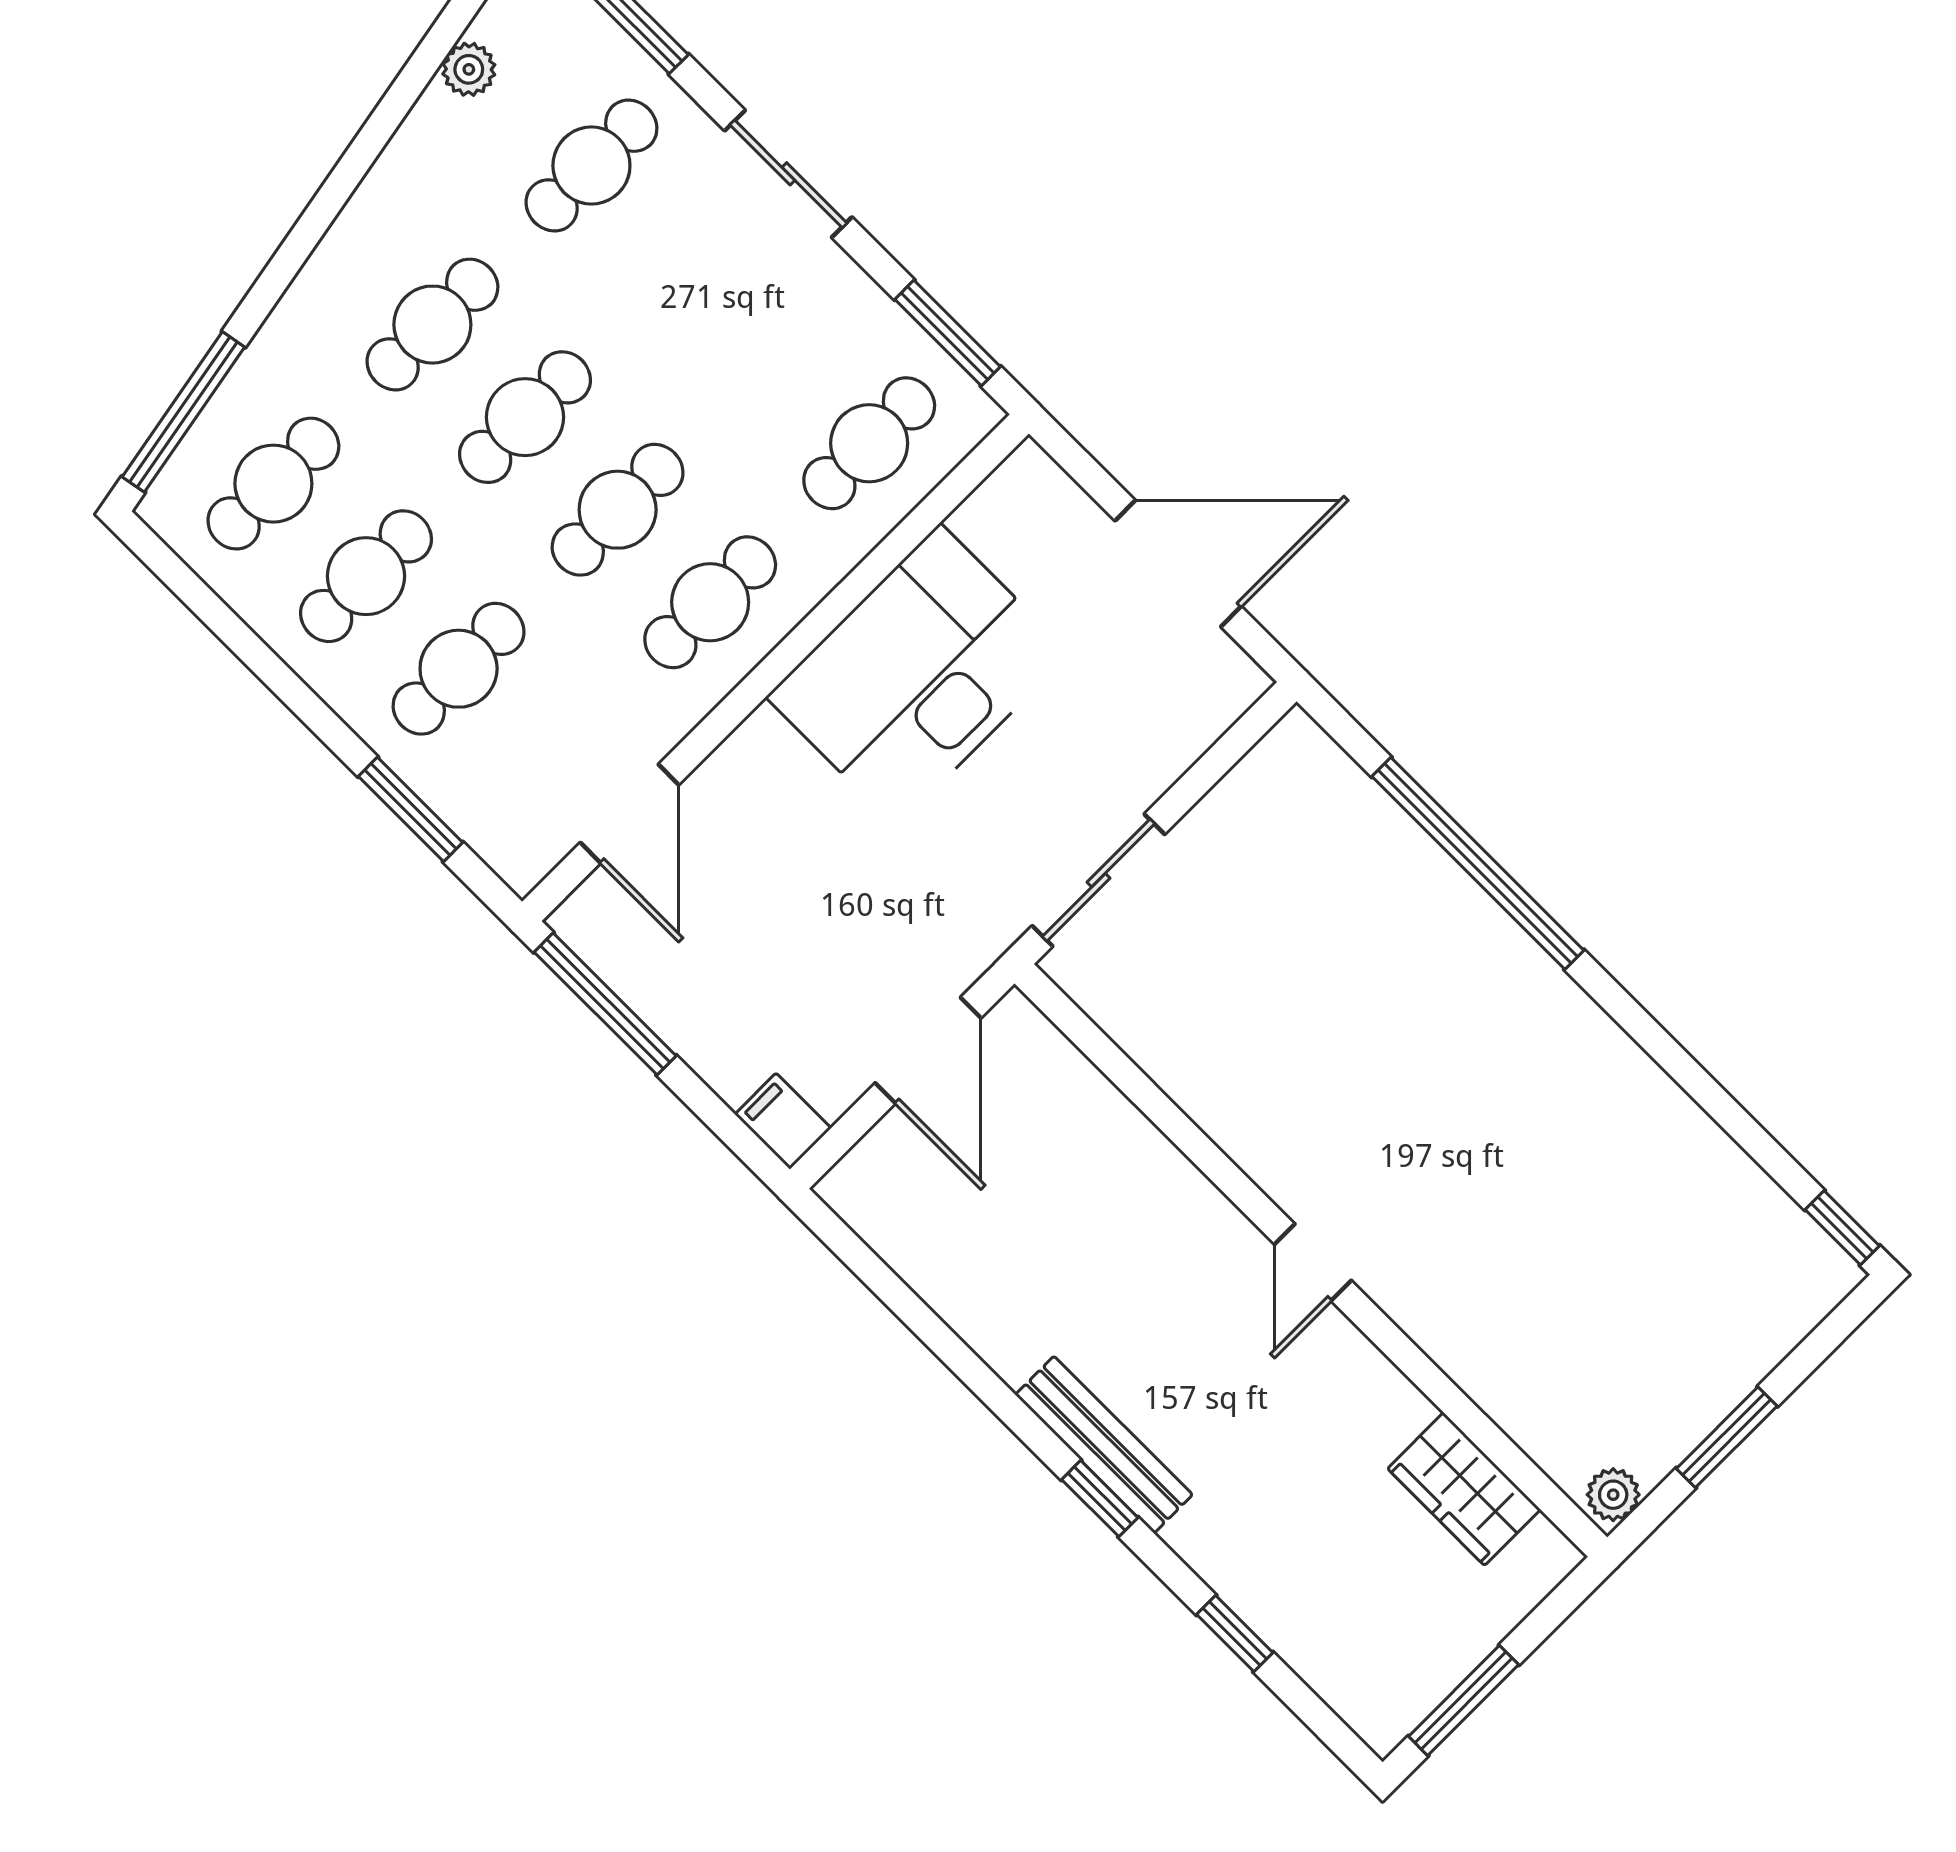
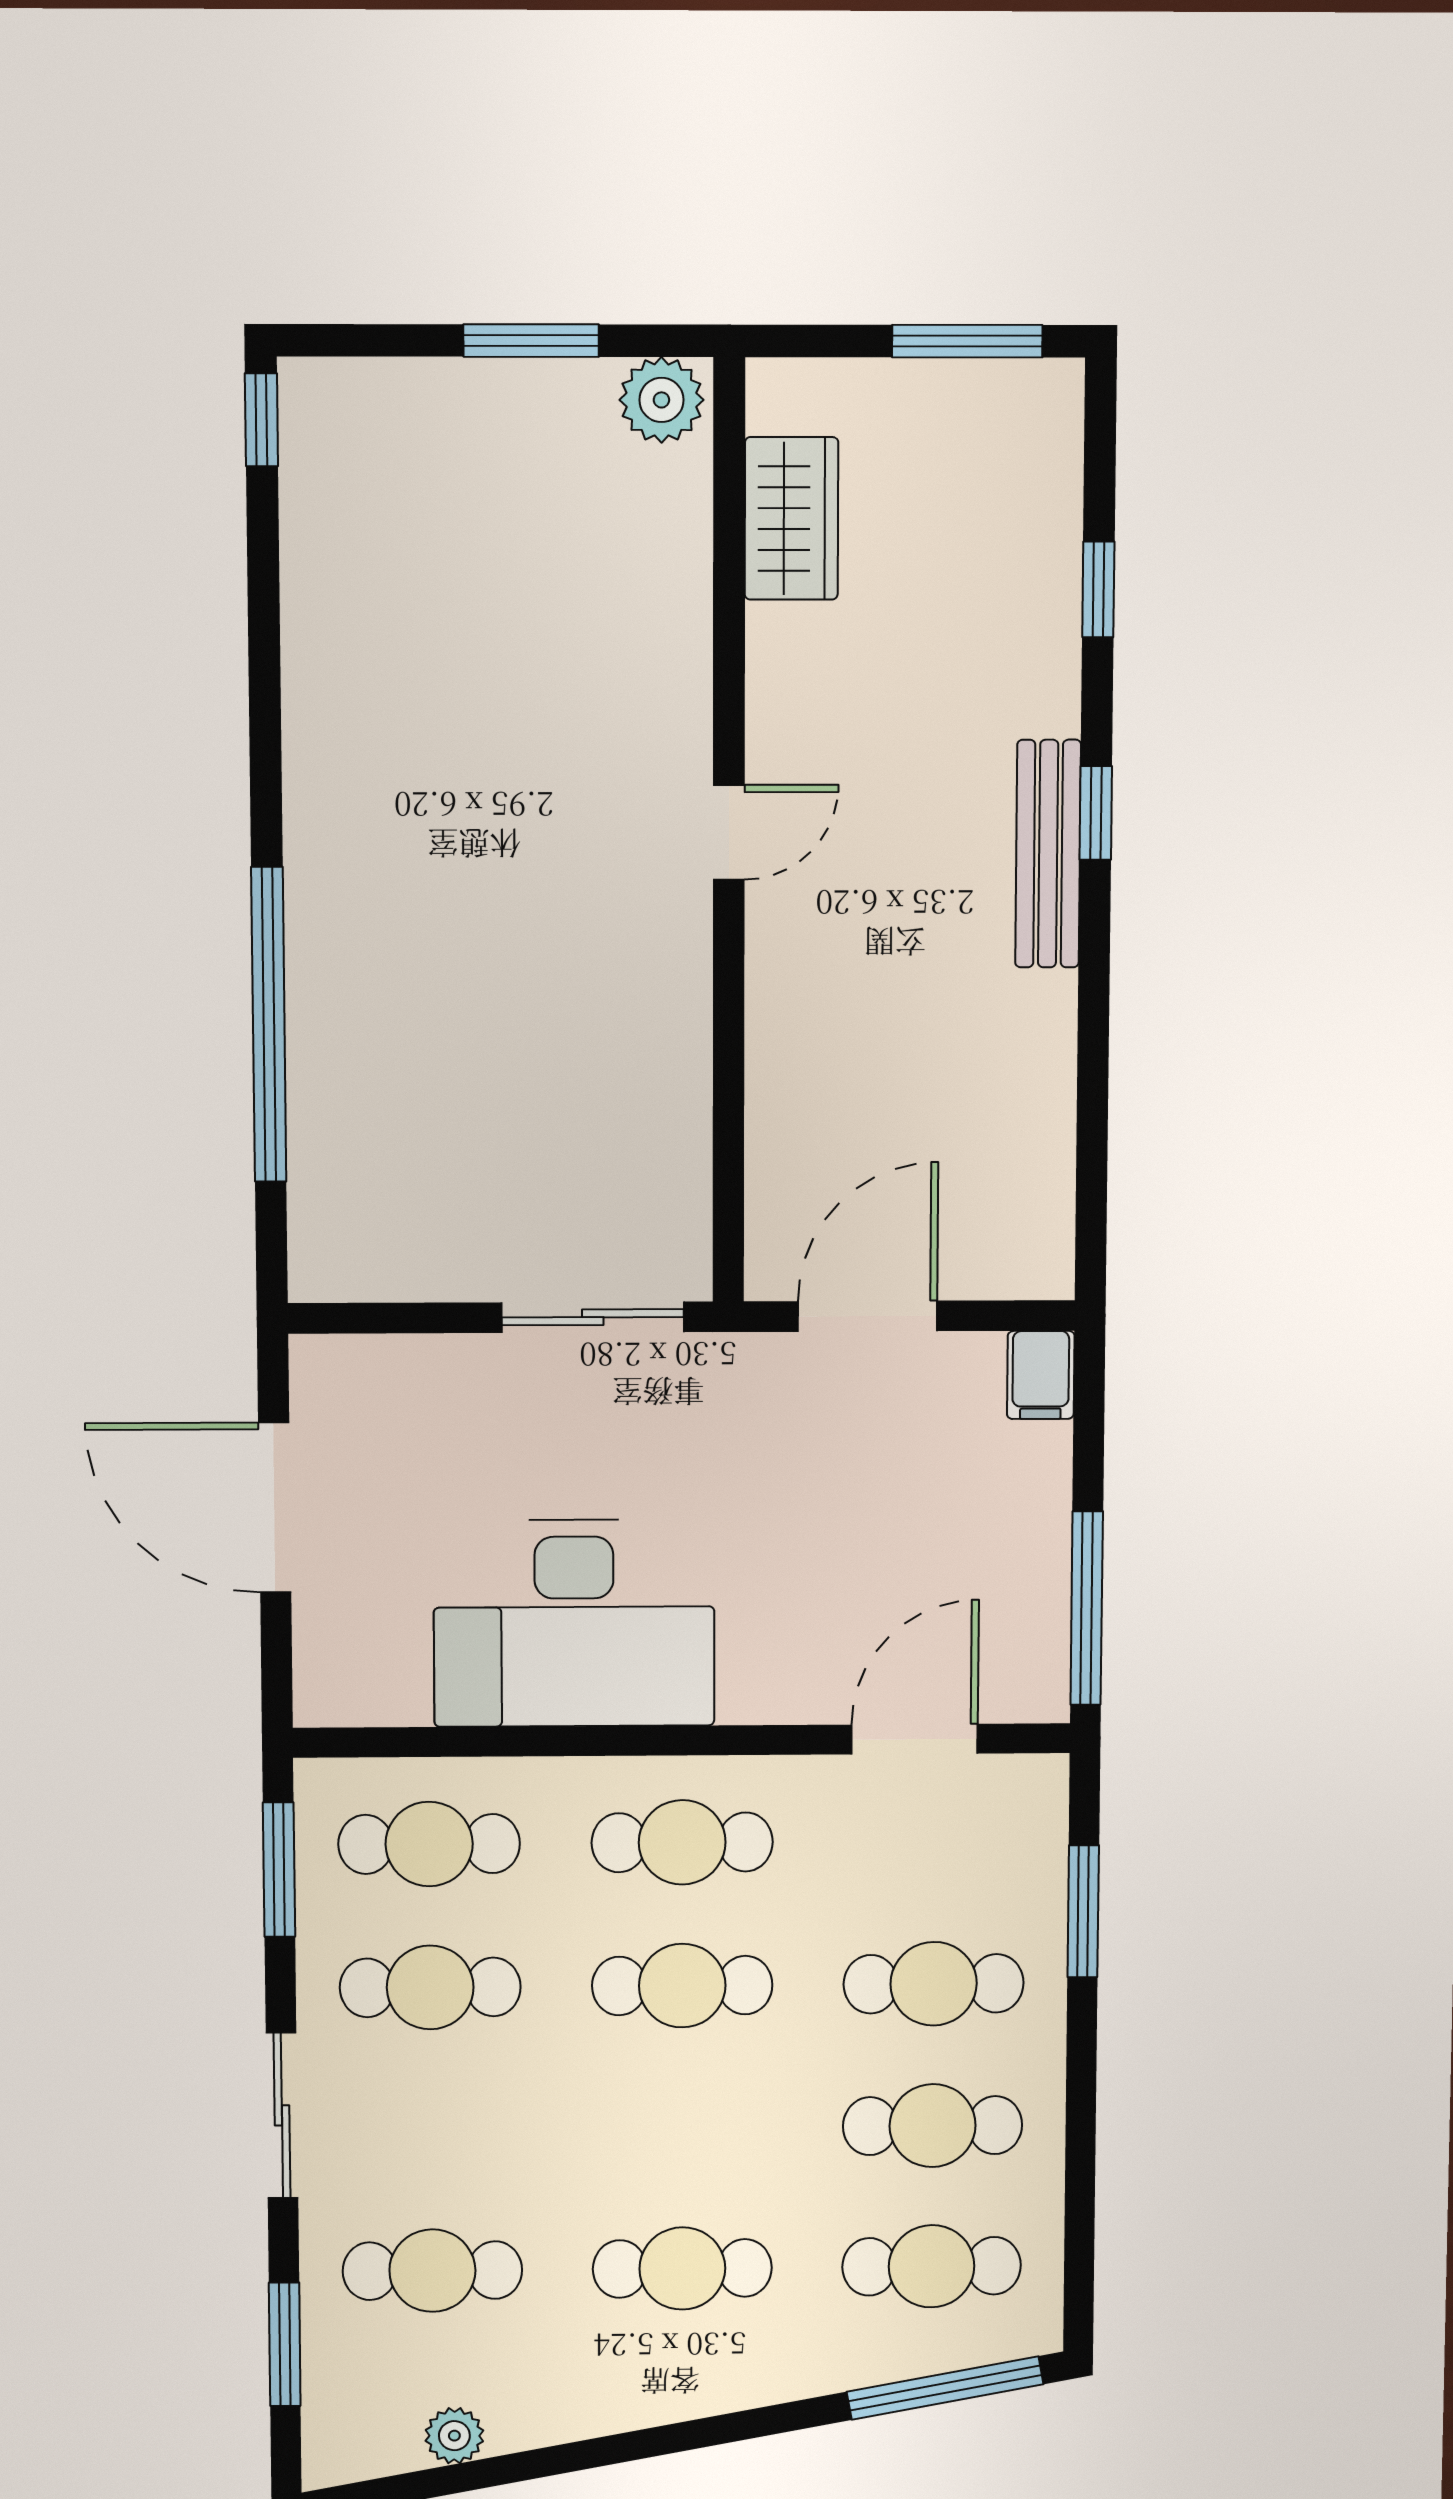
cafe table: (525, 417) -> (430, 1987), moved
plant: (1613, 1495) -> (661, 400), width x1.38, depth x1.38

